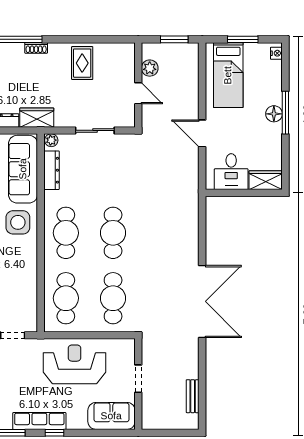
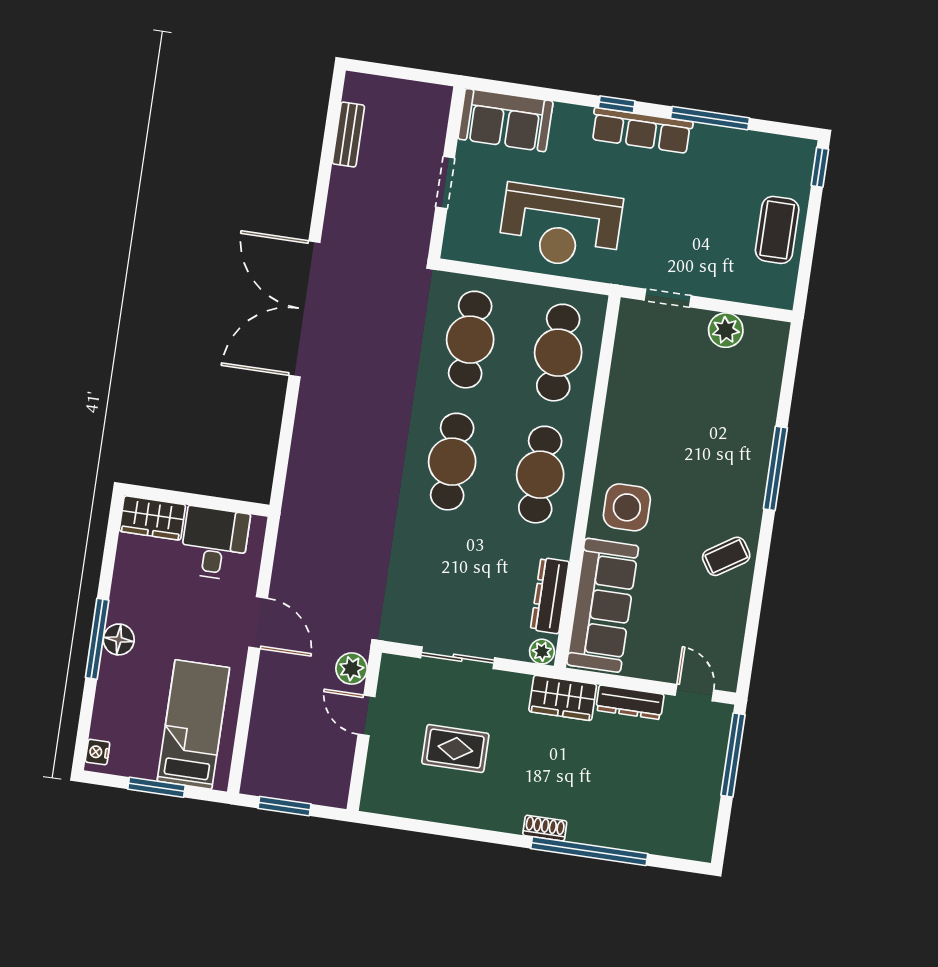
rug: (82, 63) -> (455, 749), moved, turned 90
plant: (150, 68) -> (352, 669), moved

